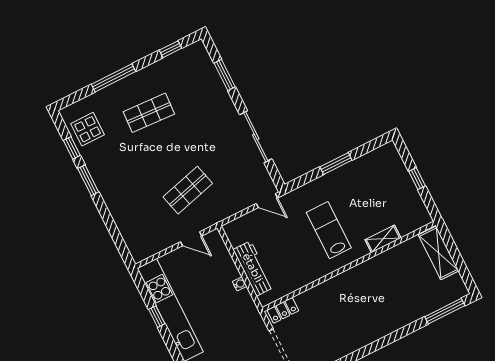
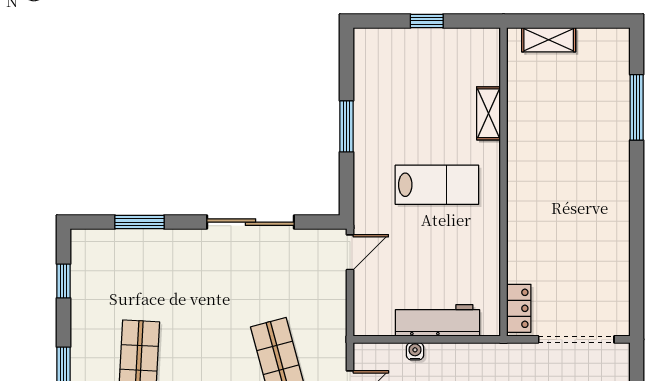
lab bench: (329, 230) -> (437, 185), turned 180
shelving: (439, 253) -> (549, 40), width x0.67, depth x0.75
water cooler: (240, 284) -> (415, 351), moved
window: (445, 311) -> (637, 107), moved

